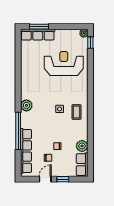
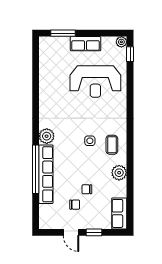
row of seats: (38, 35) -> (86, 44), moved, width x0.68
reception desk: (64, 64) -> (95, 81), turned 180
plant: (82, 146) -> (119, 173), moved
row of seats: (26, 151) -> (46, 174), moved
door: (45, 179) -> (71, 232), swing flipped

